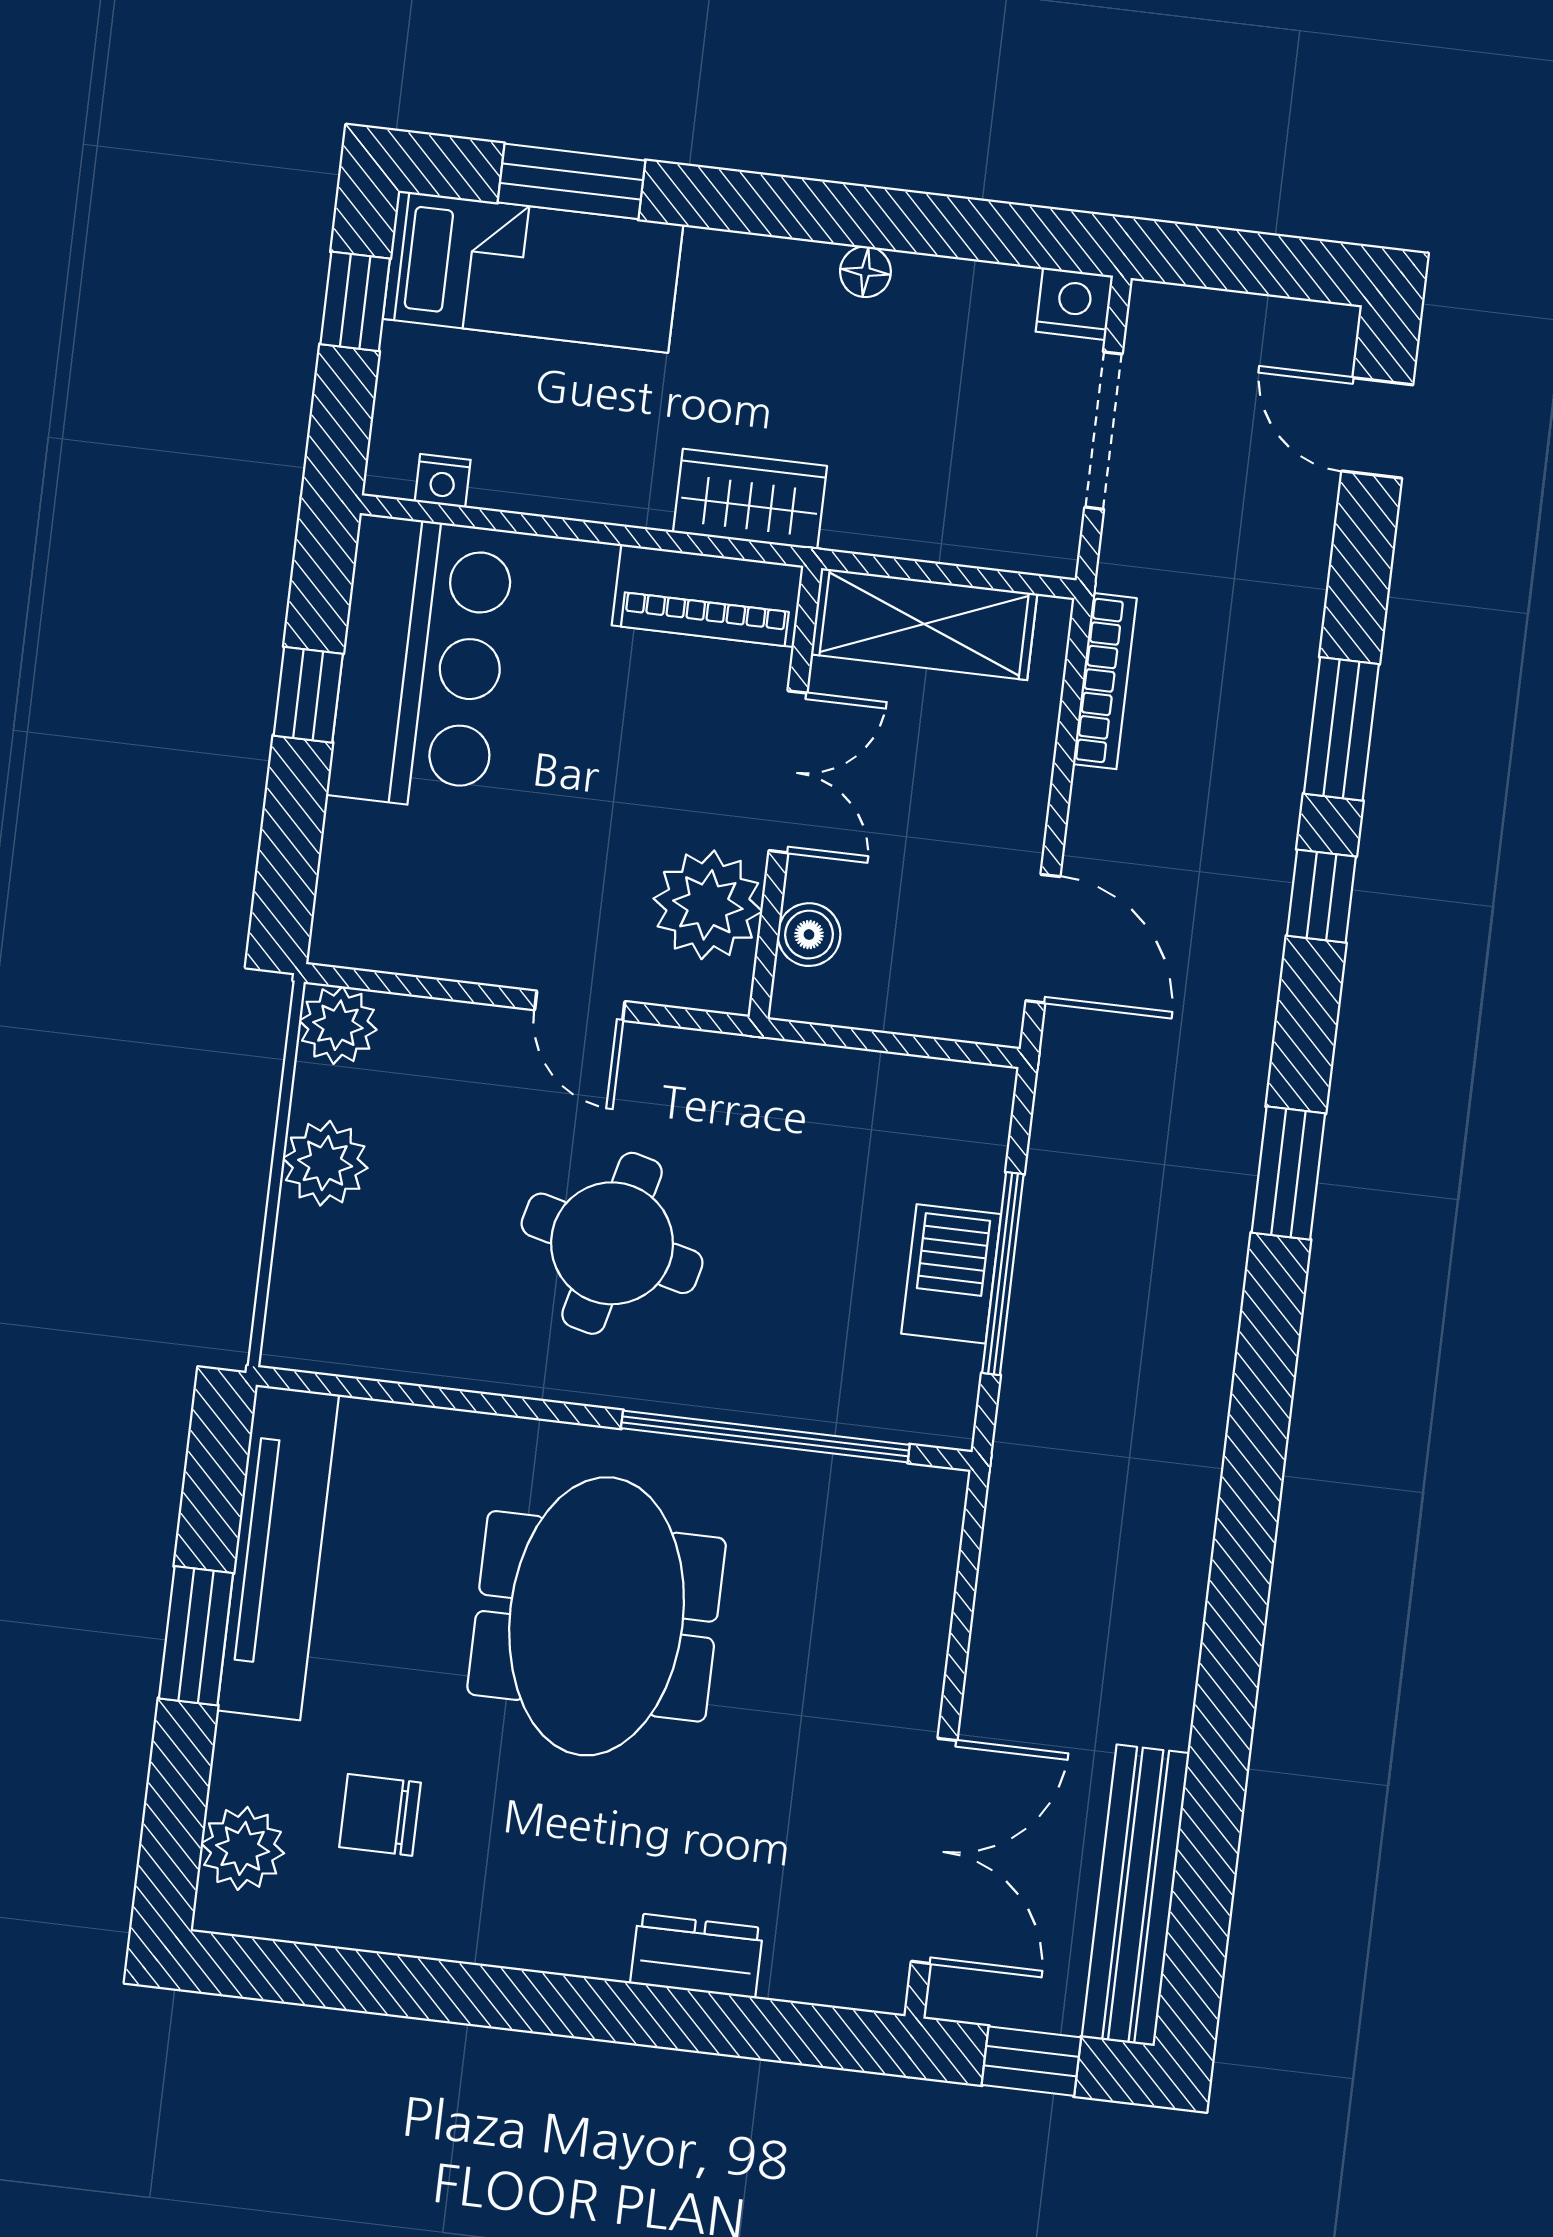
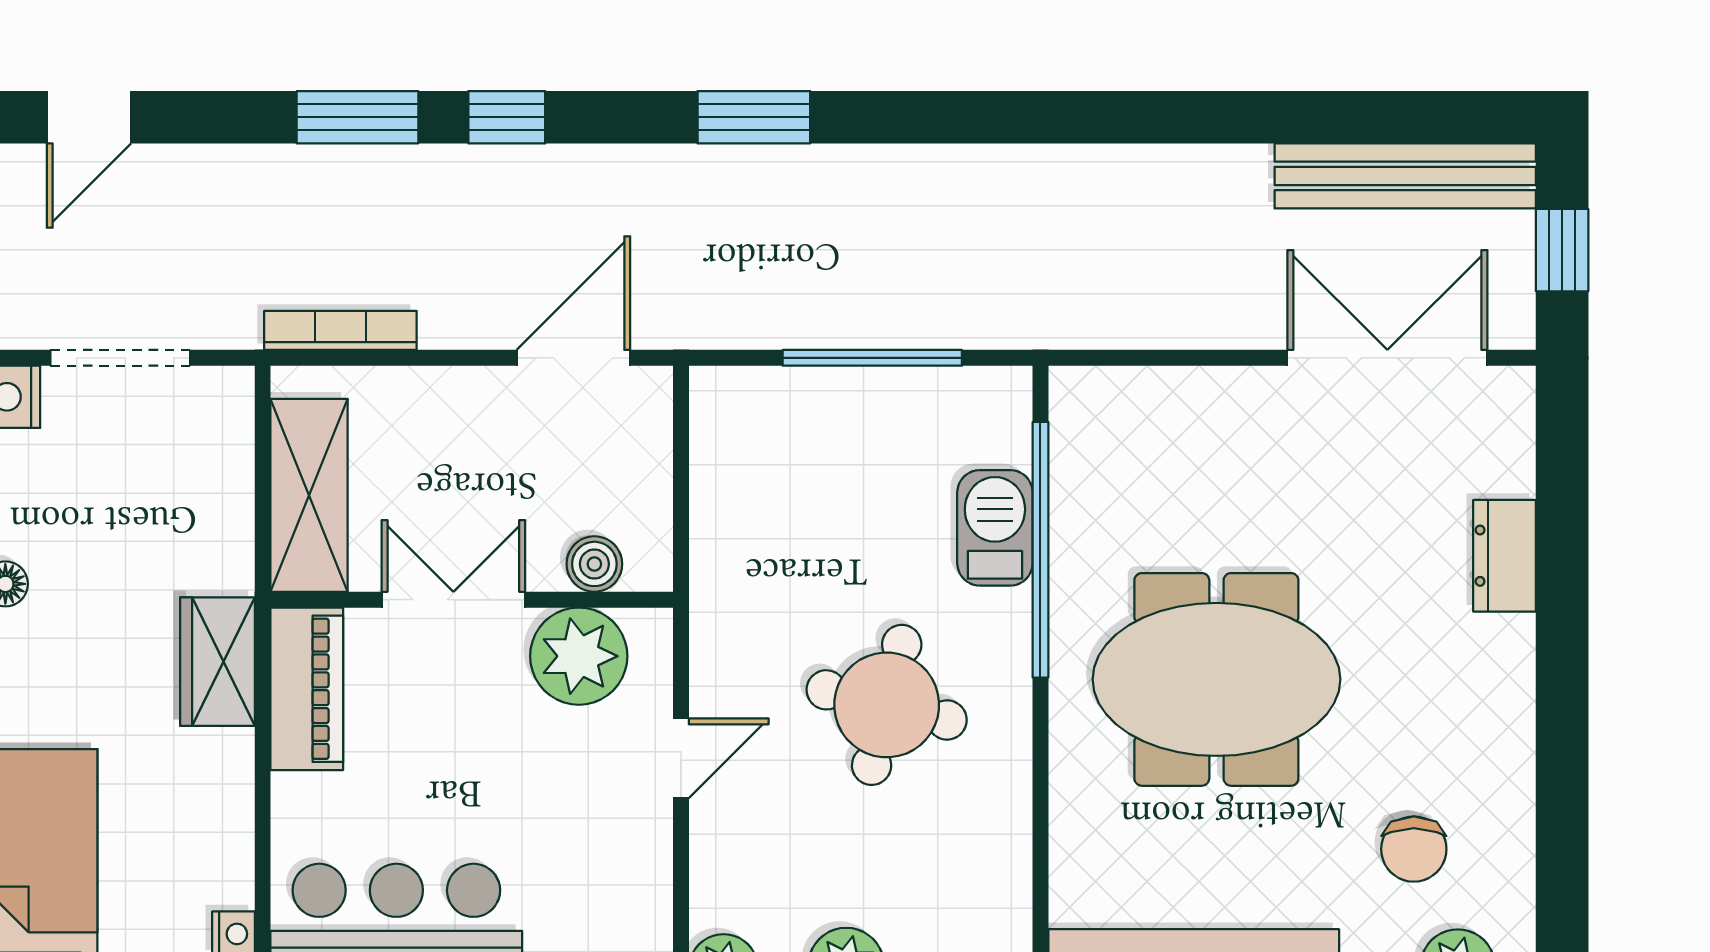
barbecue: (951, 1274) -> (995, 528), moved, turned 90

